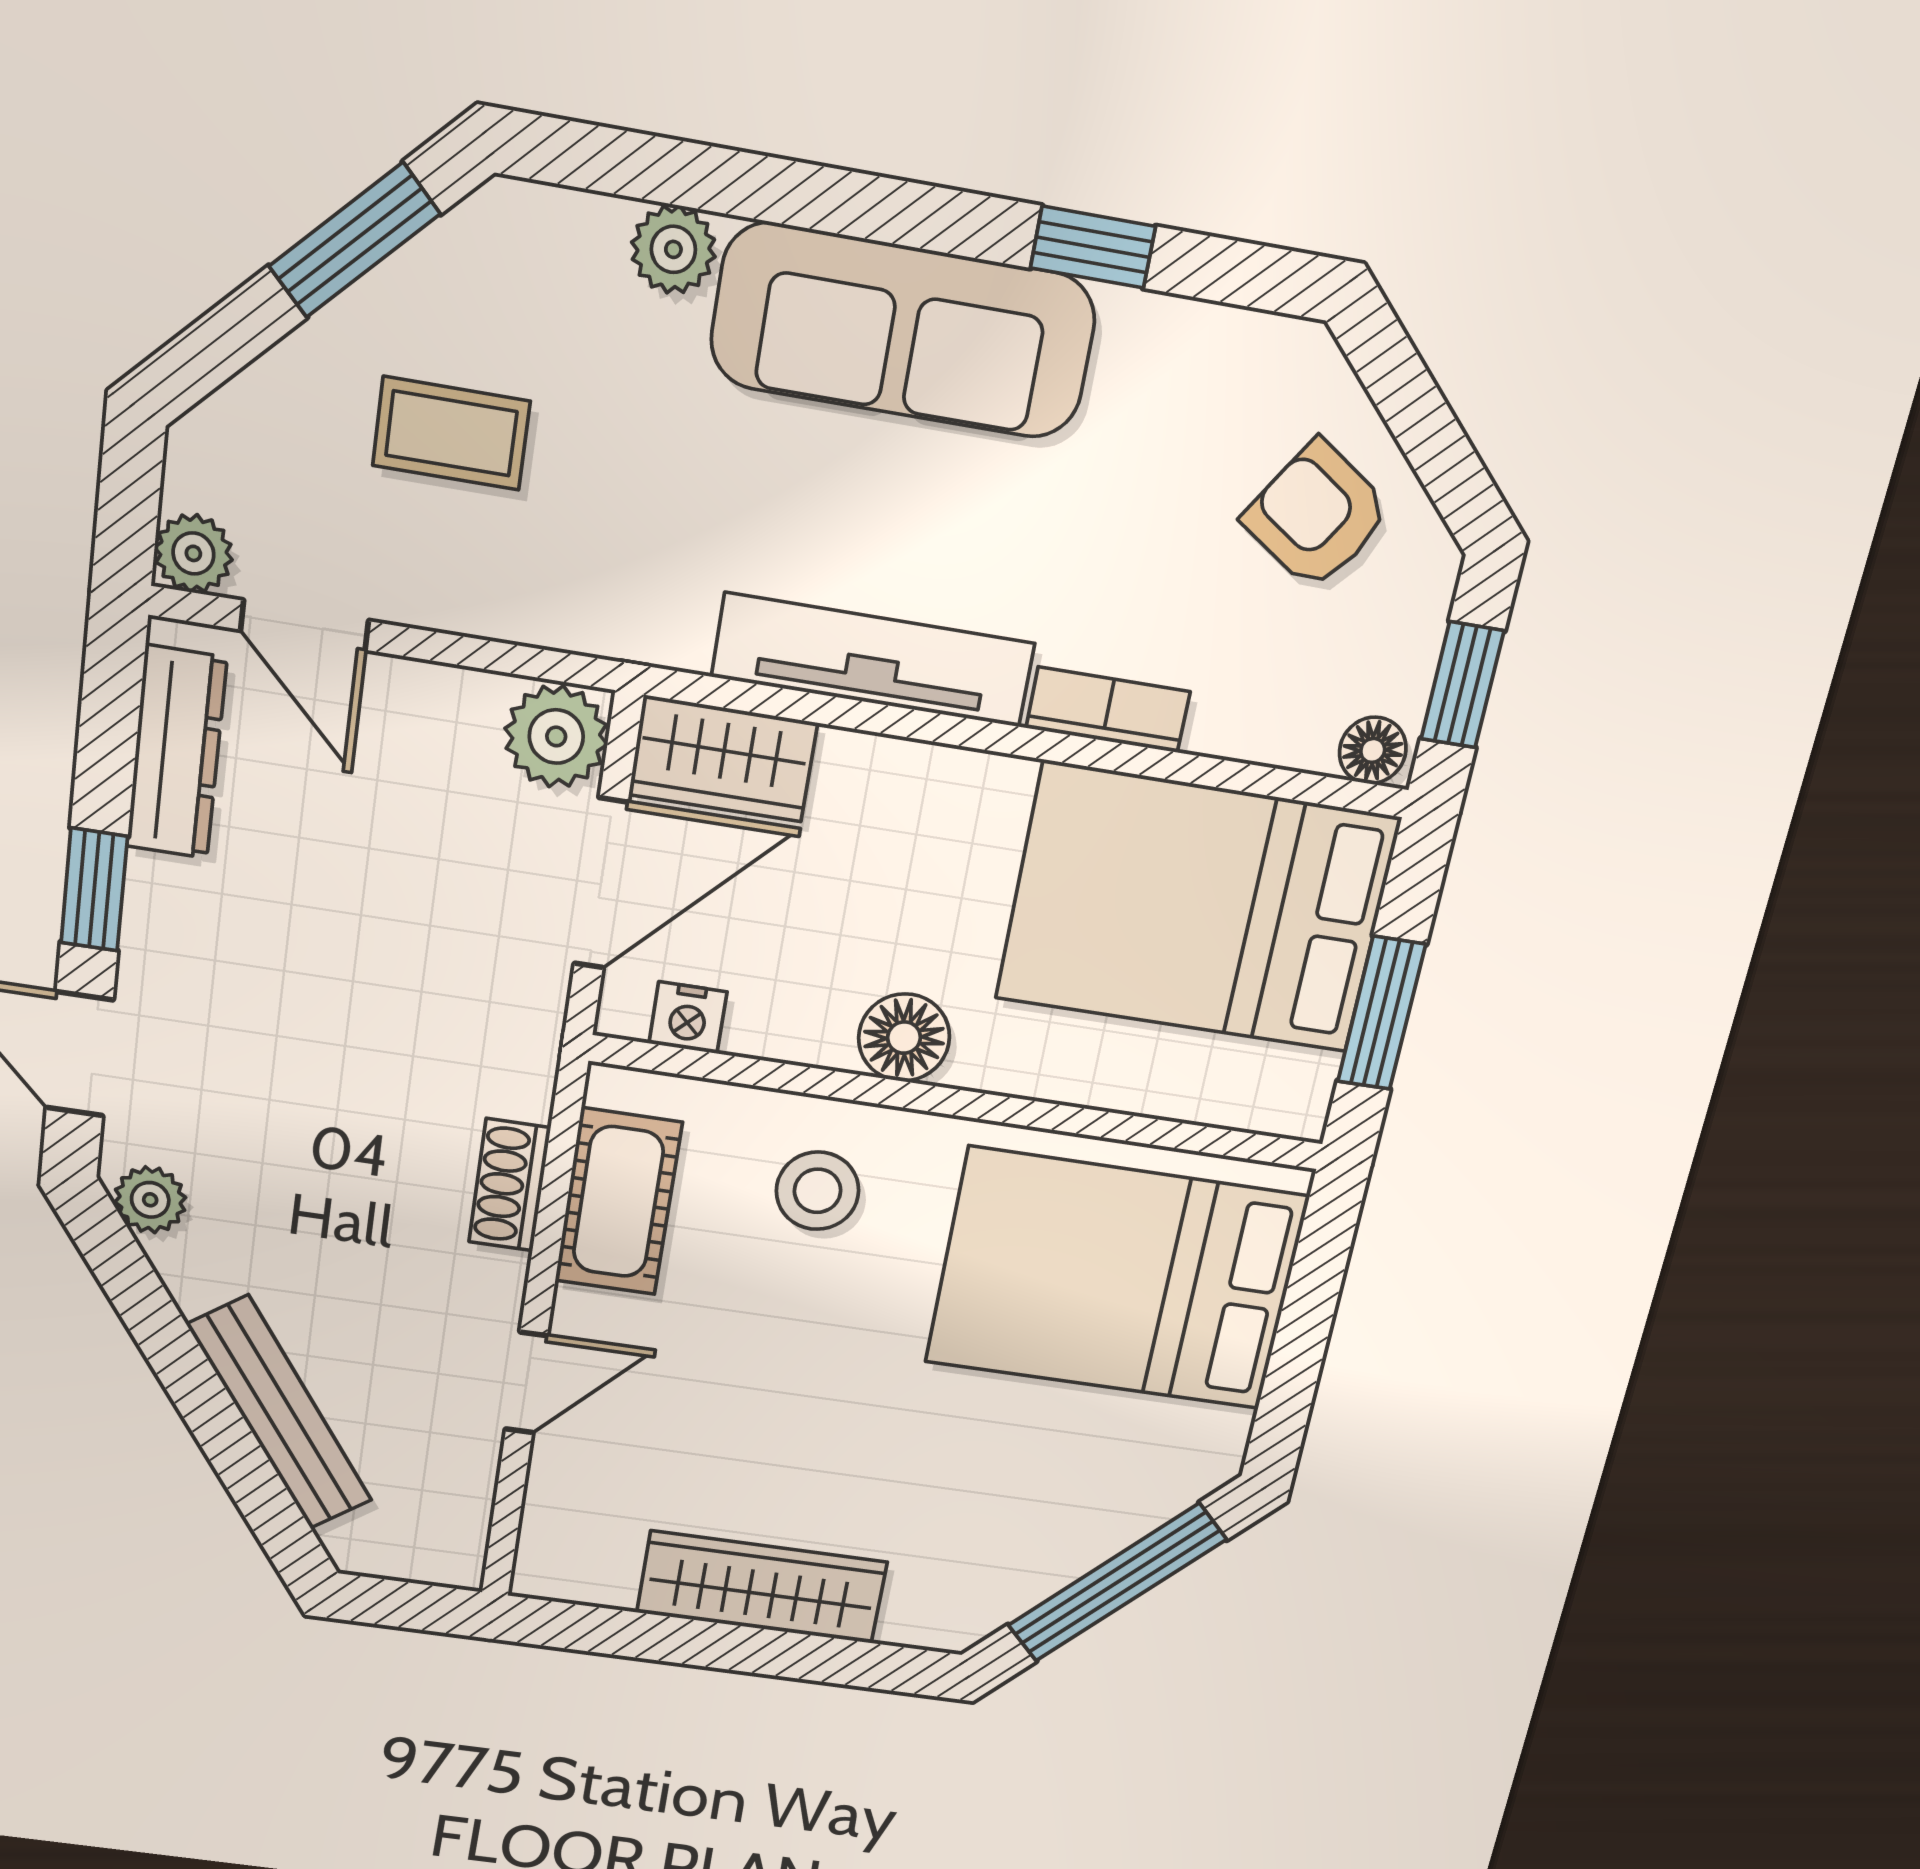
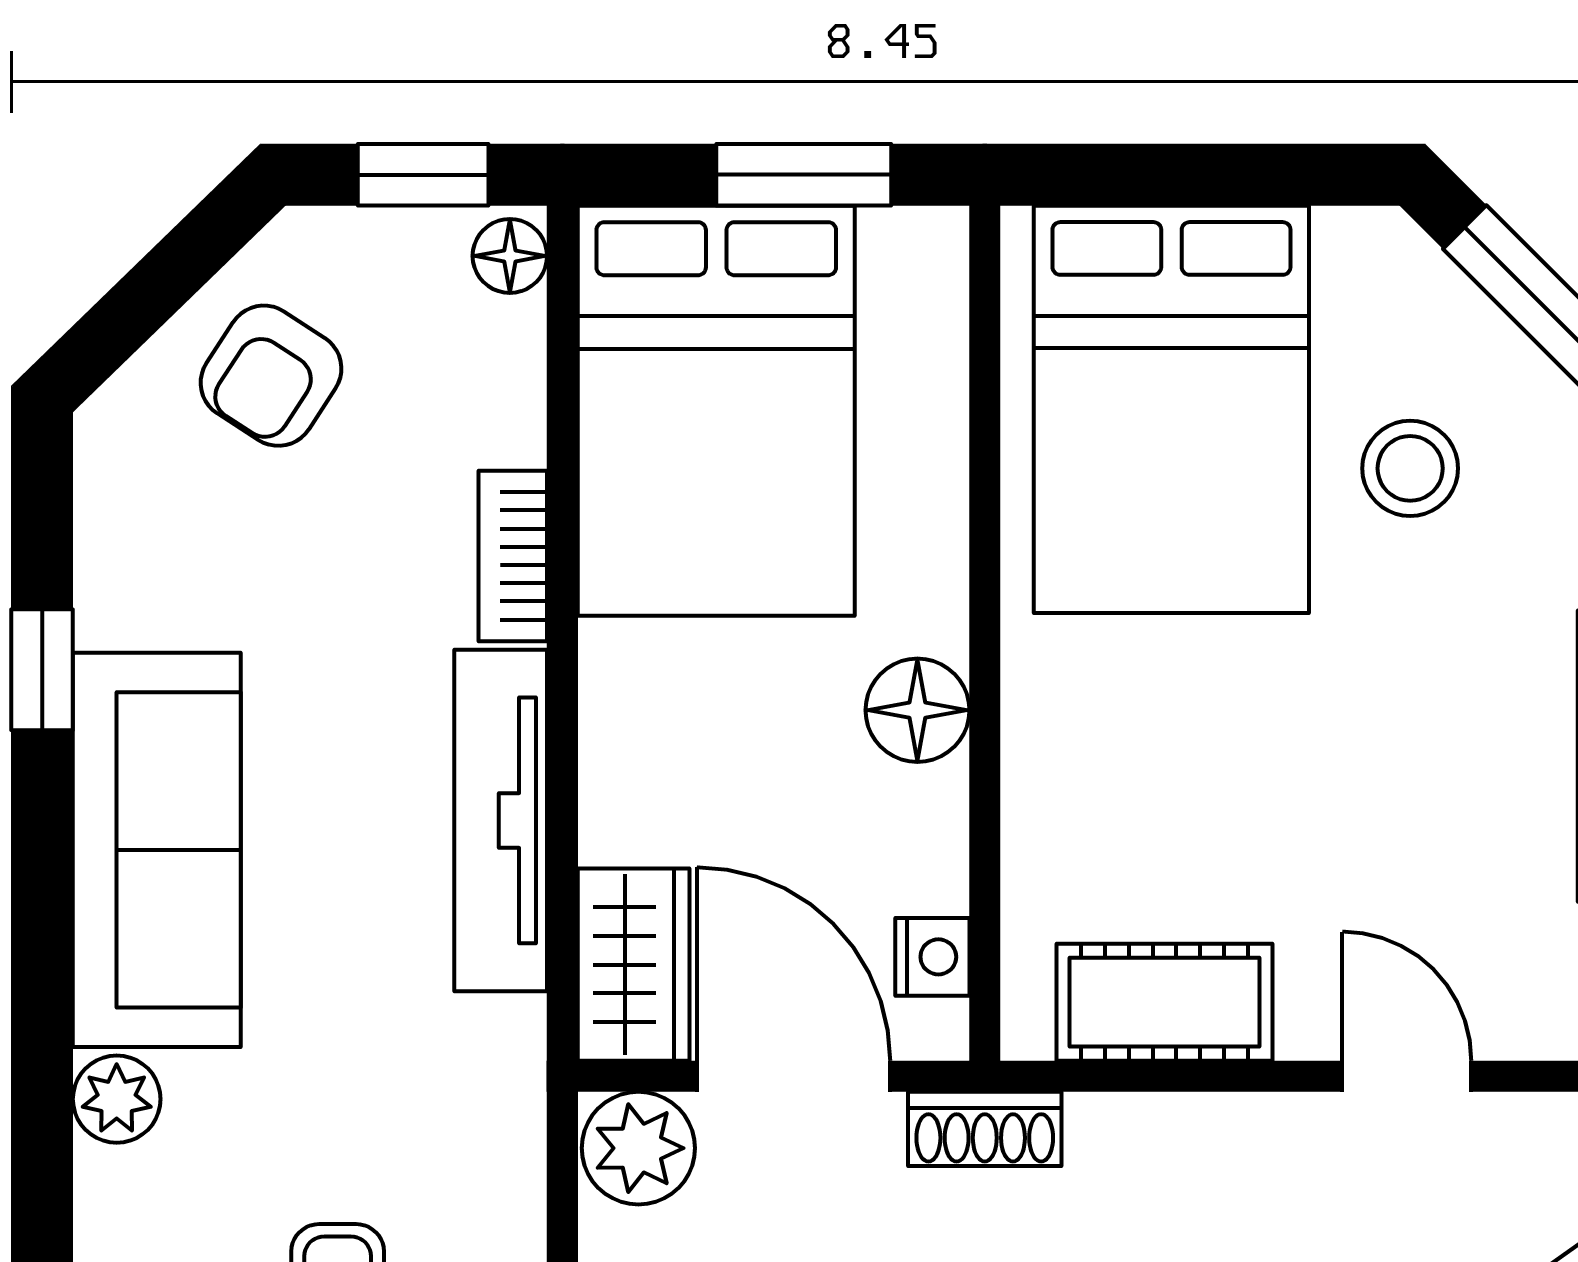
shoe rack: (510, 1185) -> (985, 1129), moved
stool: (818, 1191) -> (1410, 468), moved

